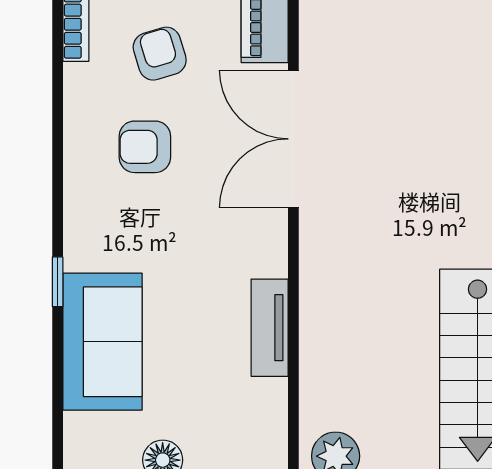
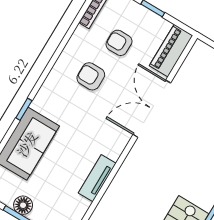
armchair: (160, 54) -> (119, 43), turned -73

